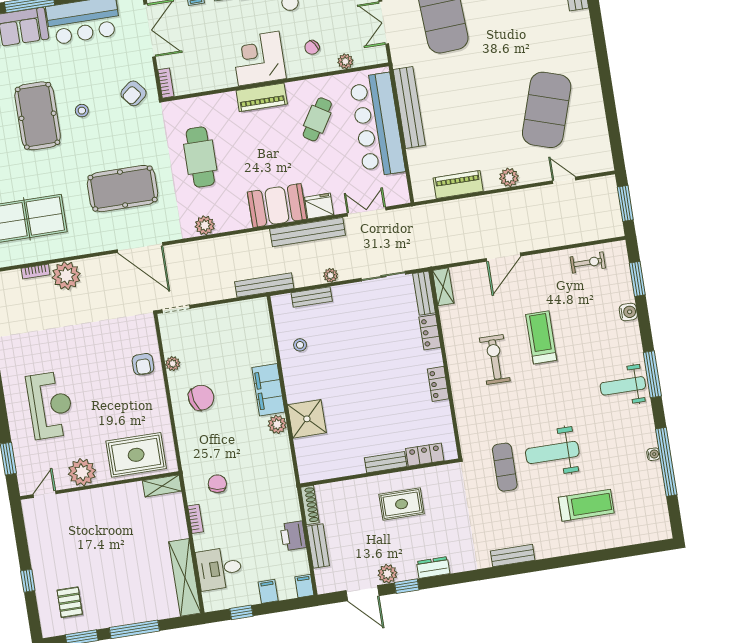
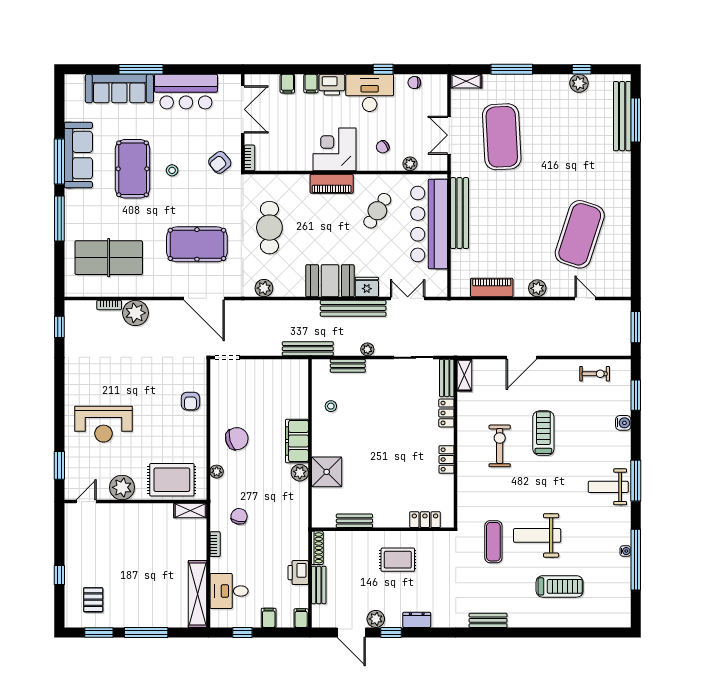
plant: (173, 364) -> (217, 472), moved
reception desk: (50, 405) -> (103, 424), turned 90
bench: (386, 462) -> (354, 521), moved

